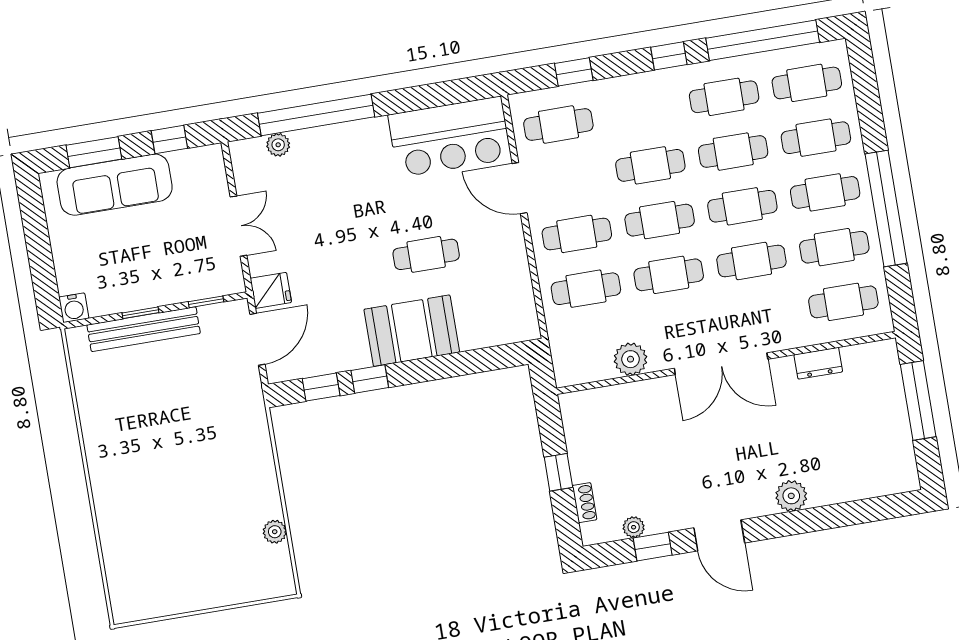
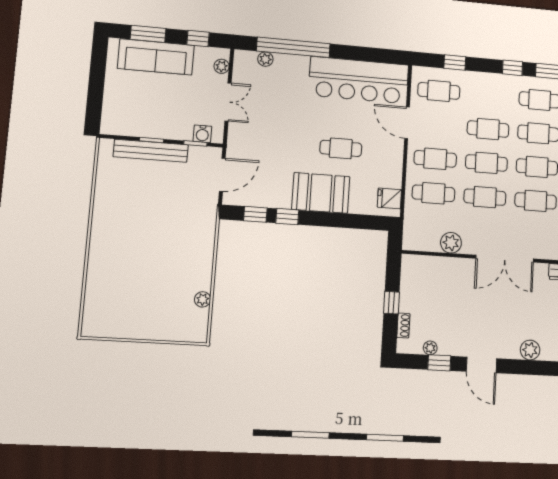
bar counter: (450, 137) -> (359, 80), width x1.36
plant: (215, 173) -> (222, 66), added
fridge: (271, 290) -> (389, 198), moved, turned 180
water cooler: (74, 308) -> (202, 134), moved

